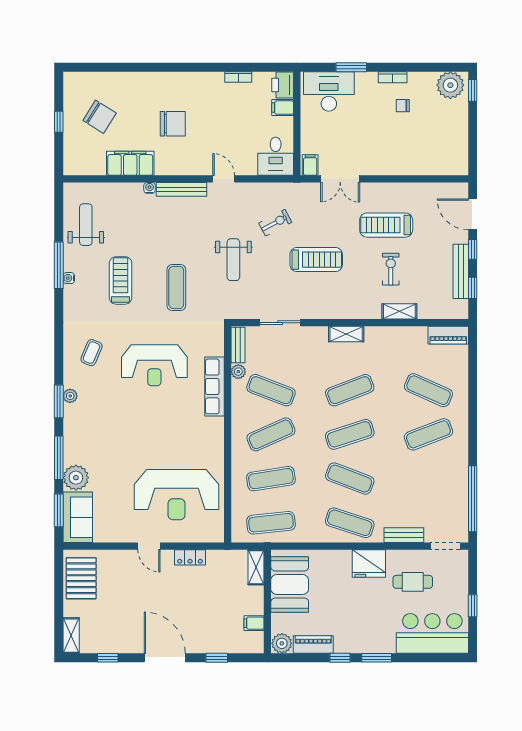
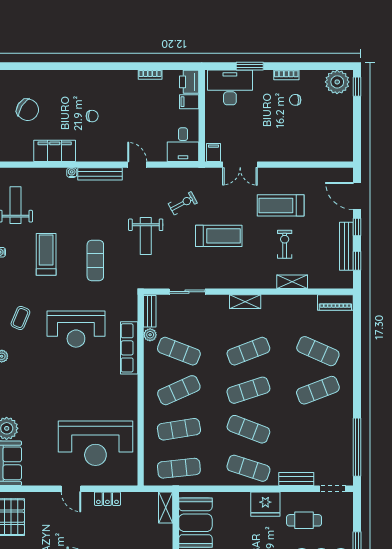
chair: (173, 124) -> (92, 116), width x0.54, depth x0.54

